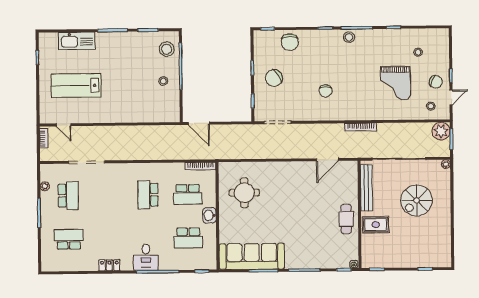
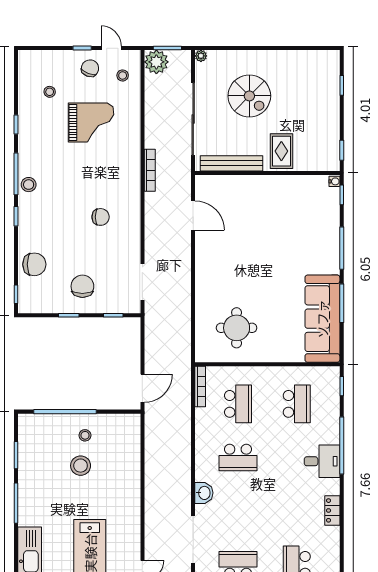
stool: (167, 49) -> (81, 466), moved
chair: (274, 78) -> (82, 286), turned -148
washbasin: (209, 215) -> (204, 493), moved, turned -90
cafe table: (346, 219) -> (273, 191), removed

